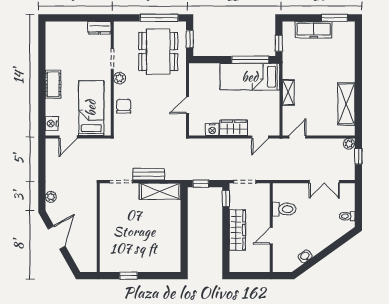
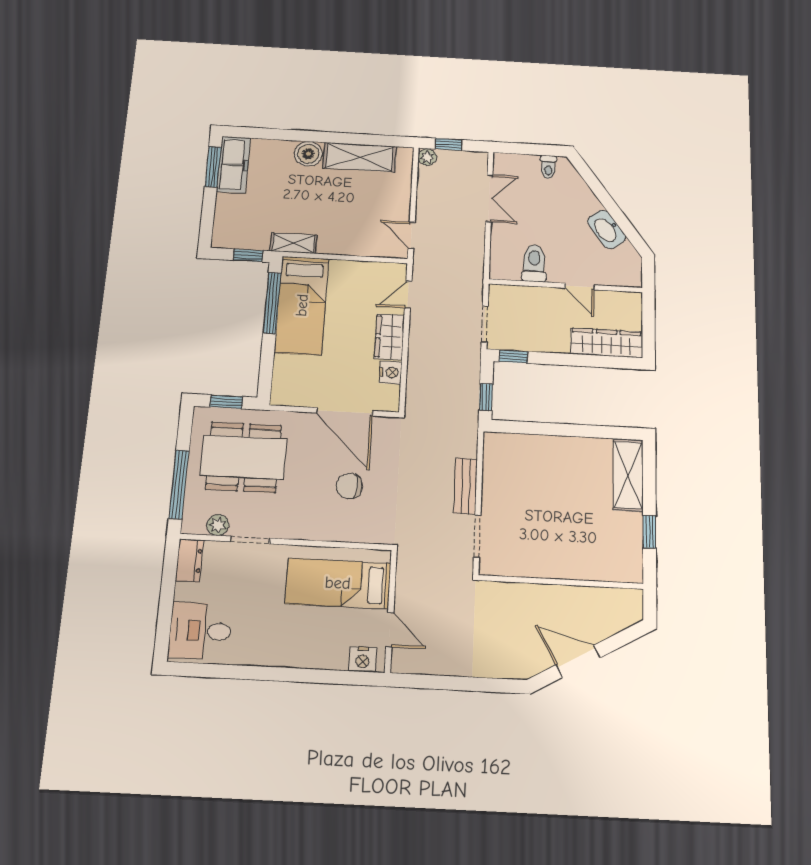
window: (159, 18) -> (179, 484), moved
freezer: (314, 30) -> (233, 165), moved
desk: (62, 37) -> (200, 631), added
boiler: (347, 73) -> (308, 154), added
plant: (120, 78) -> (218, 525), moved
cot: (53, 84) -> (288, 653), removed
shelving: (288, 92) -> (294, 243), moved
door: (188, 105) -> (345, 412), width x1.87
chair: (124, 106) -> (349, 486), moved
door: (260, 137) -> (408, 295), swing flipped
shelving: (160, 191) -> (628, 475), moved
plant: (51, 197) -> (501, 668), removed
wardrobe: (237, 230) -> (607, 343), moved
washbasin: (305, 256) -> (607, 229), width x1.91, depth x1.45

